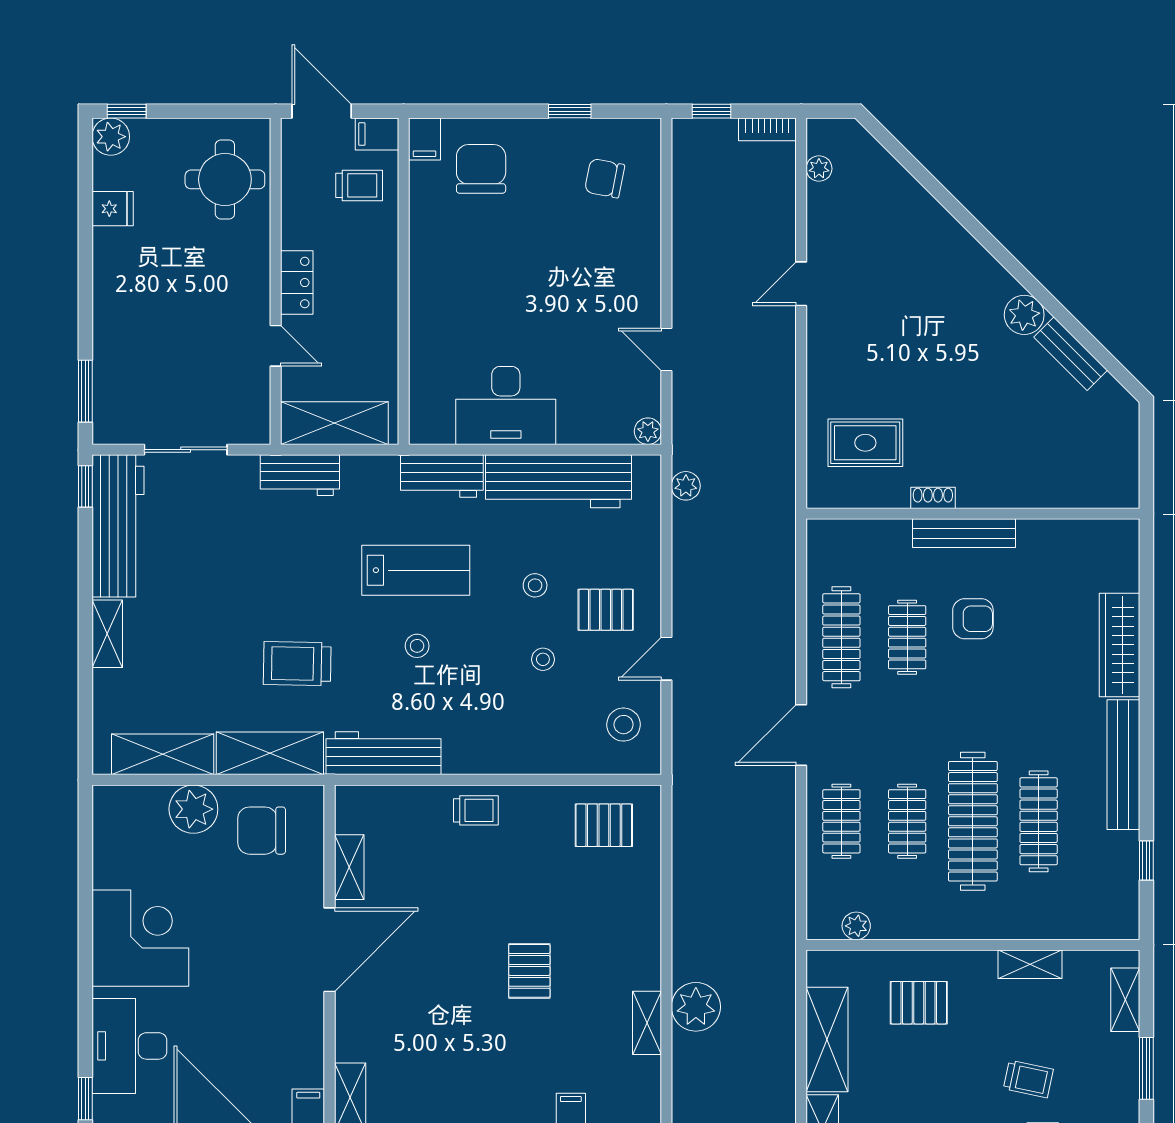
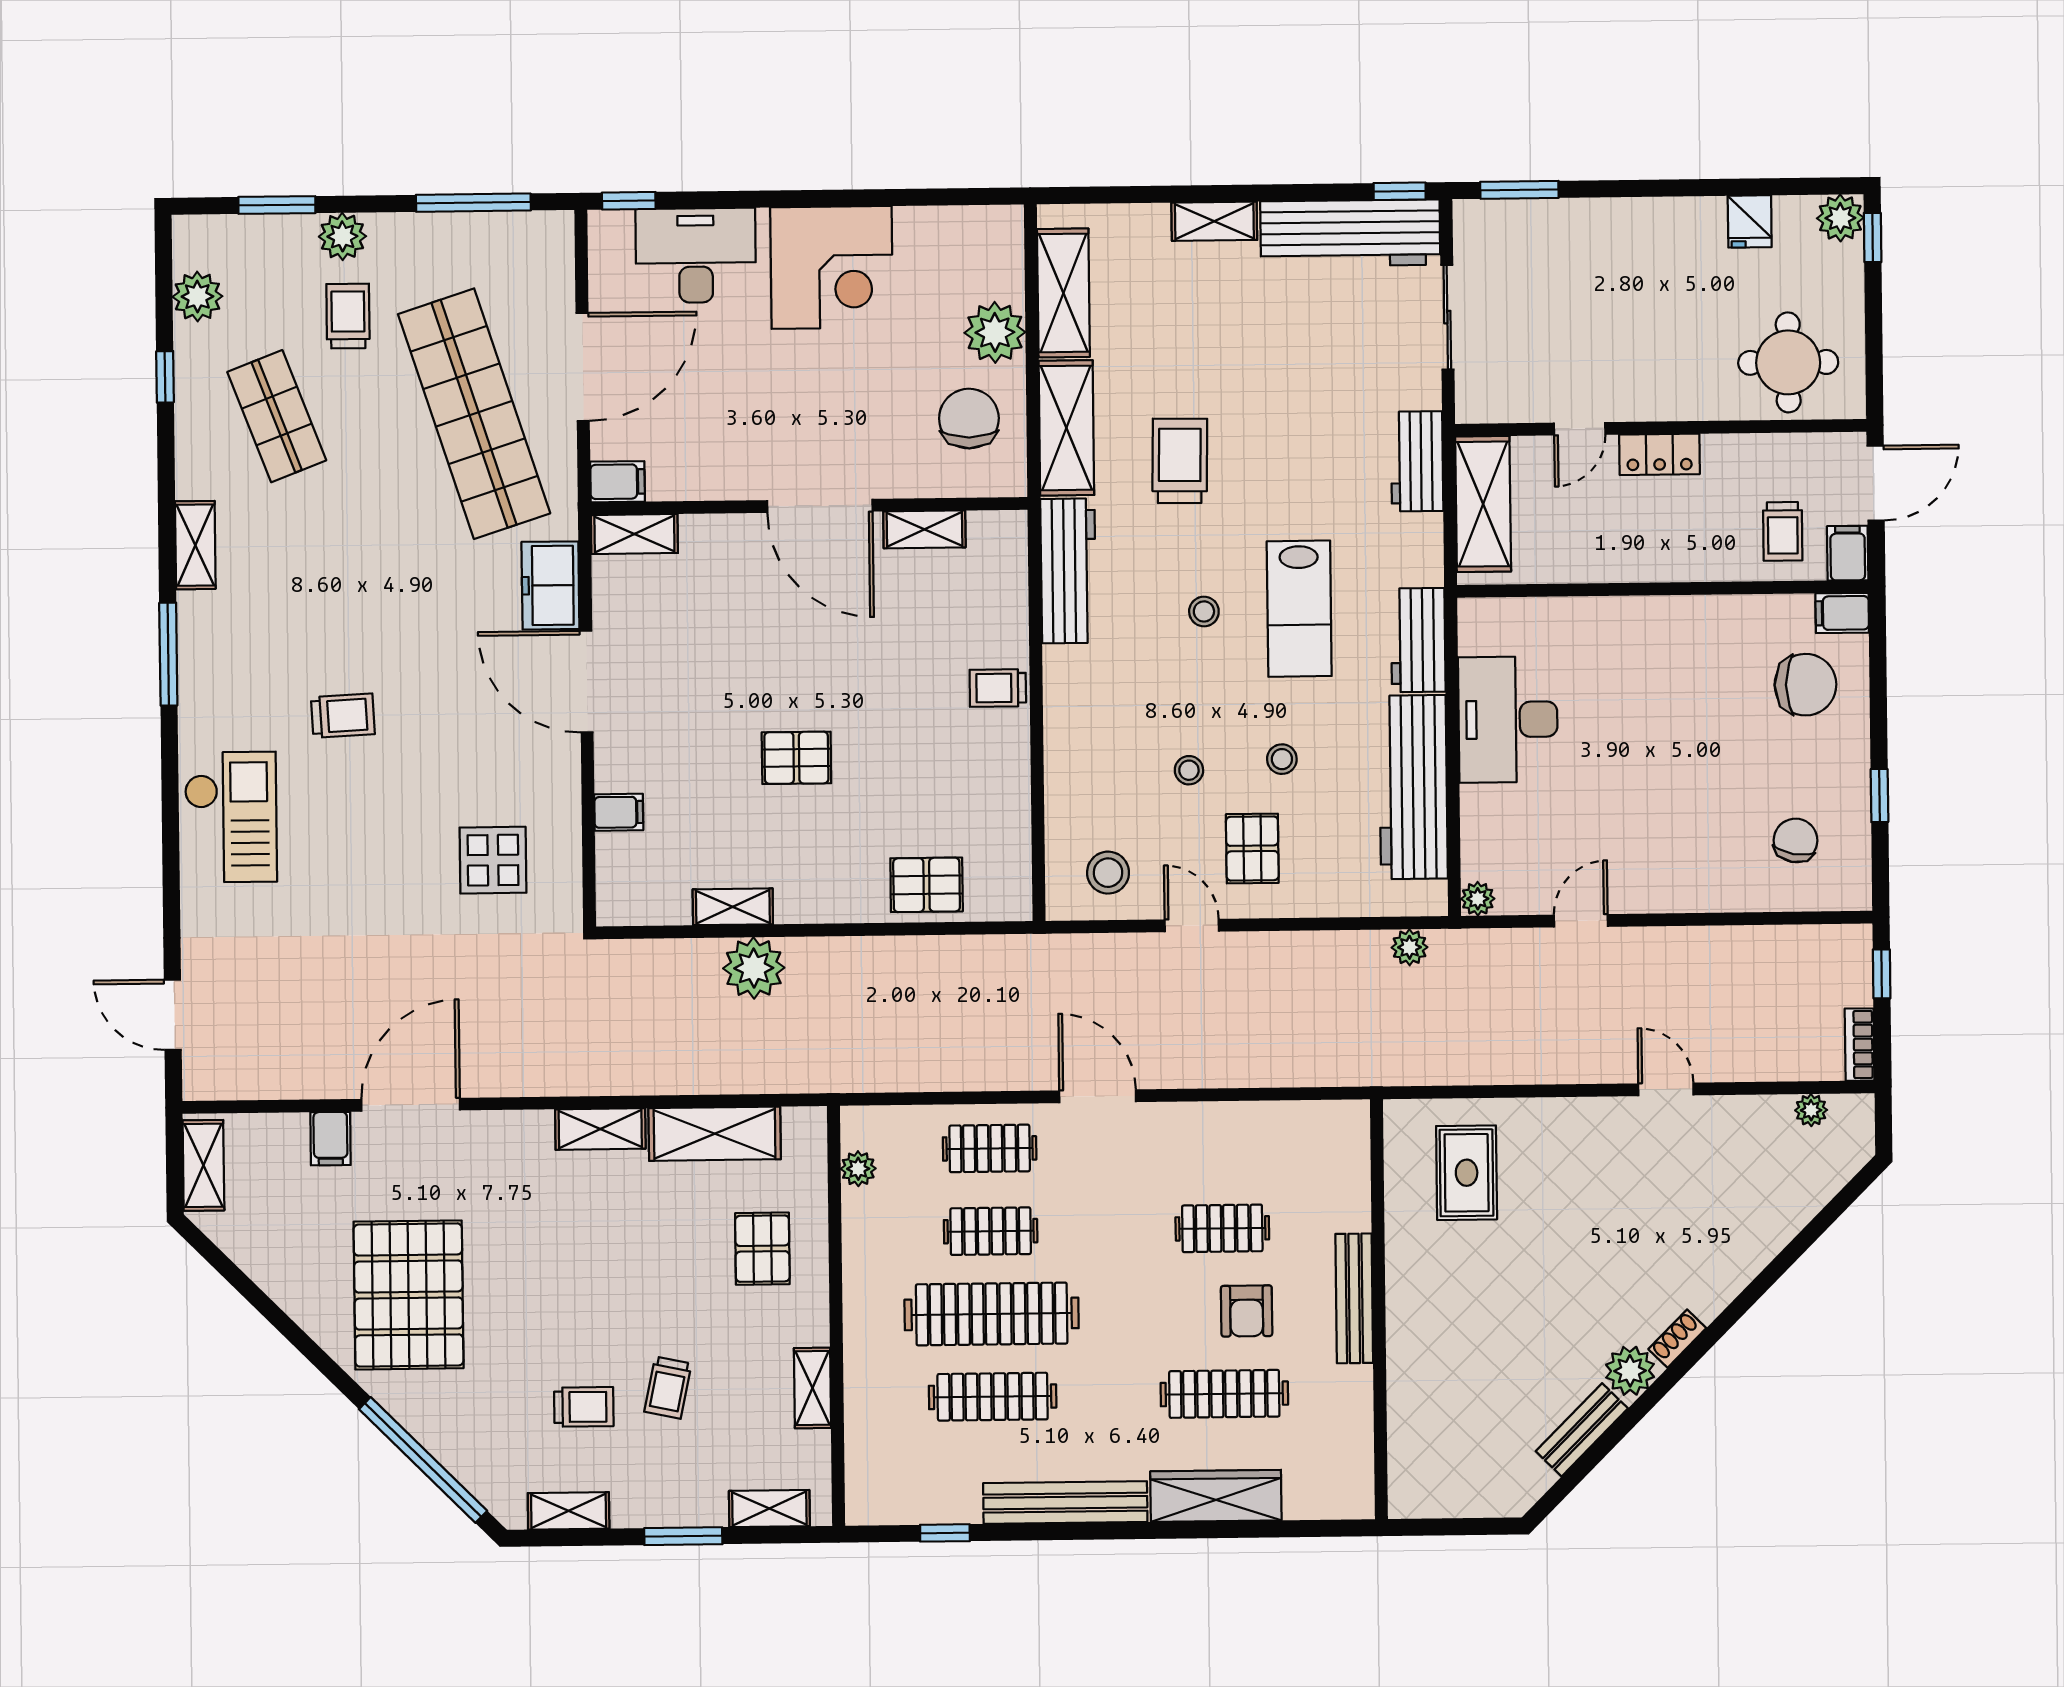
shoe rack: (933, 498) -> (1677, 1339), moved, turned -135
clothes rail: (841, 637) -> (1224, 1394), moved
trolley: (476, 810) -> (998, 688), turned 90
pallet: (604, 825) -> (927, 885), moved, turned 90

